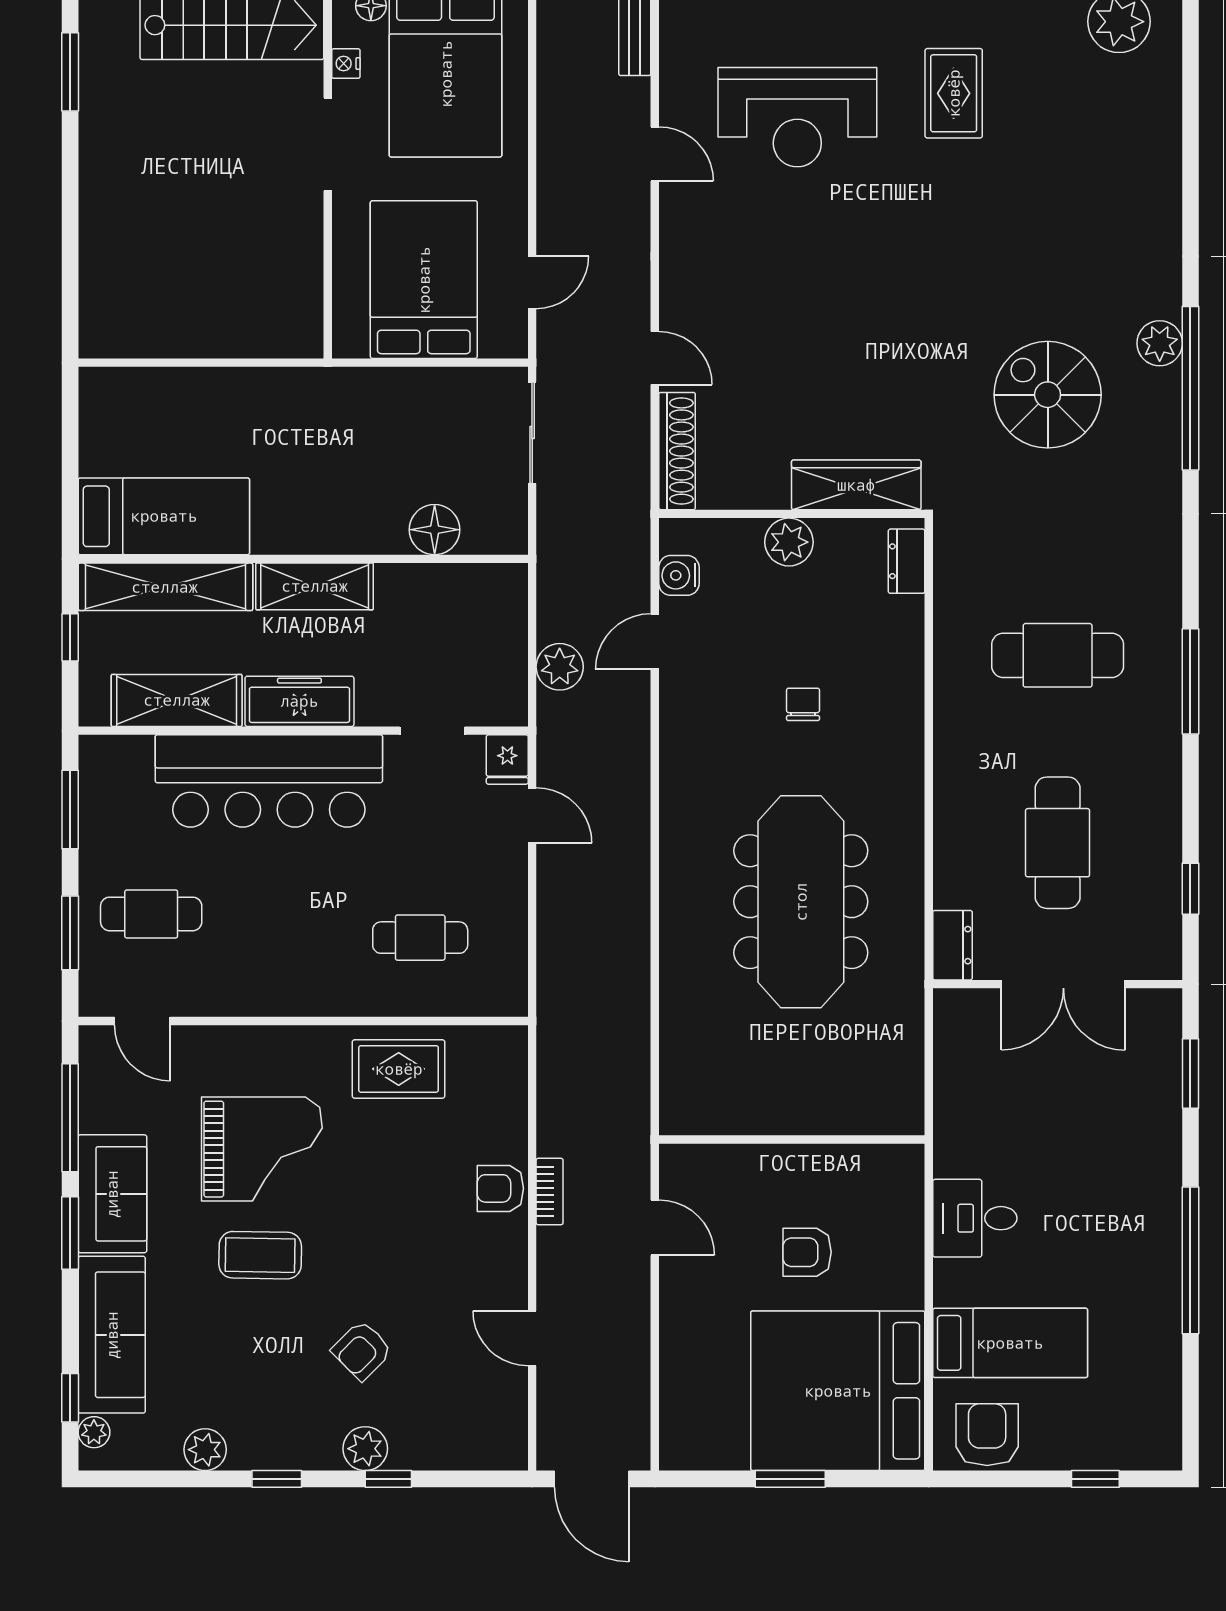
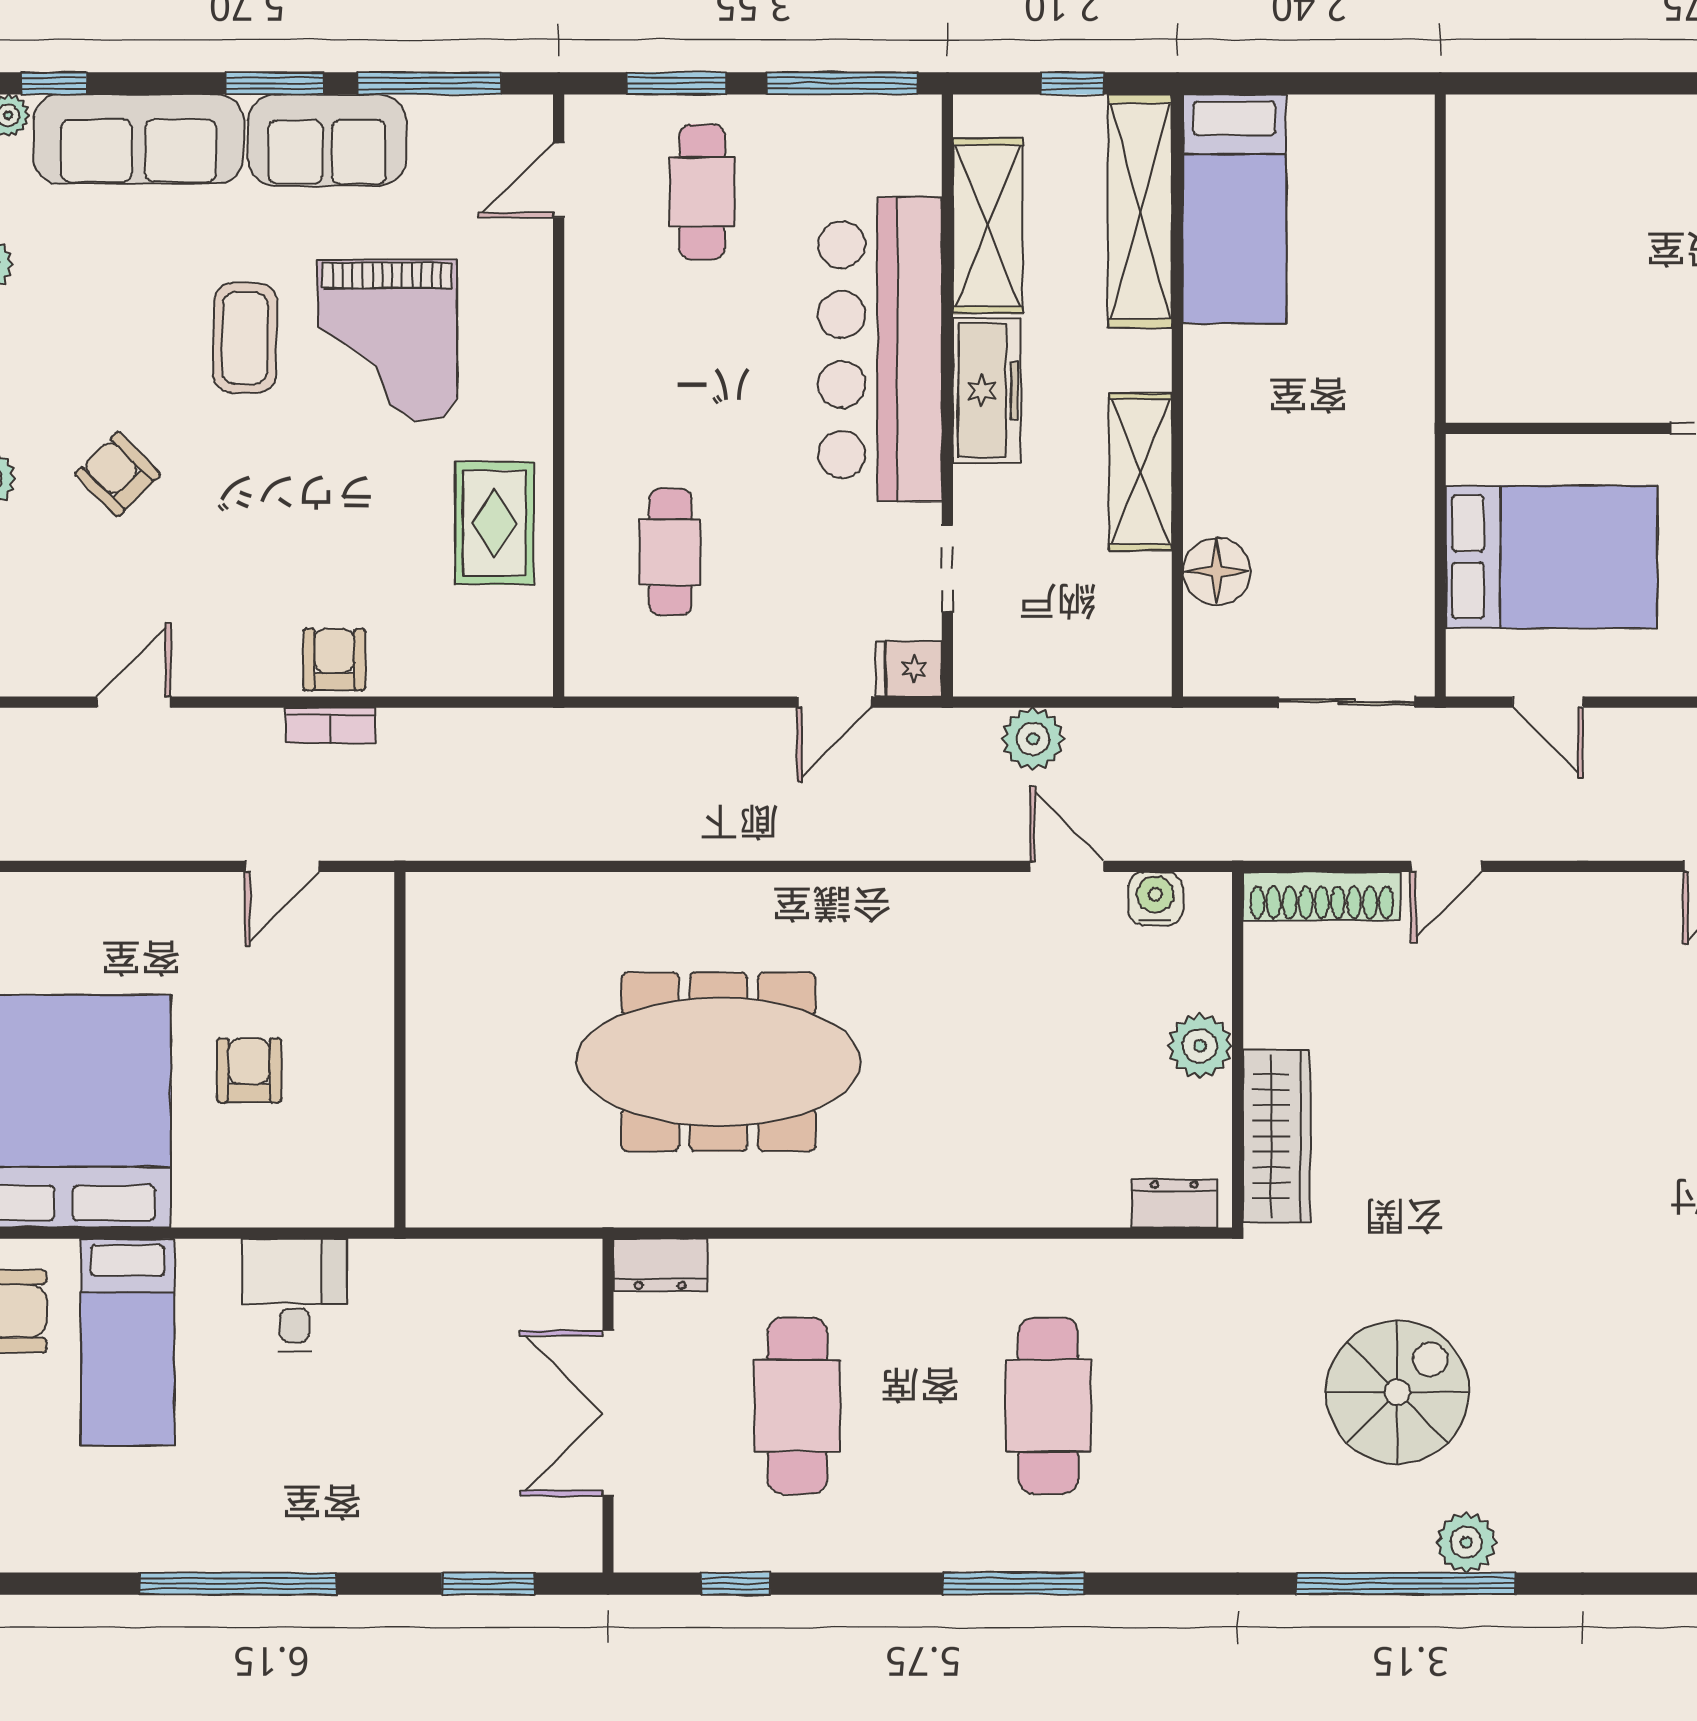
shelving: (315, 586) -> (1141, 472), moved
chair: (803, 704) -> (983, 1065), removed
window: (70, 809) -> (842, 83), width x1.44
cafe table: (1058, 843) -> (797, 1406), turned 90

